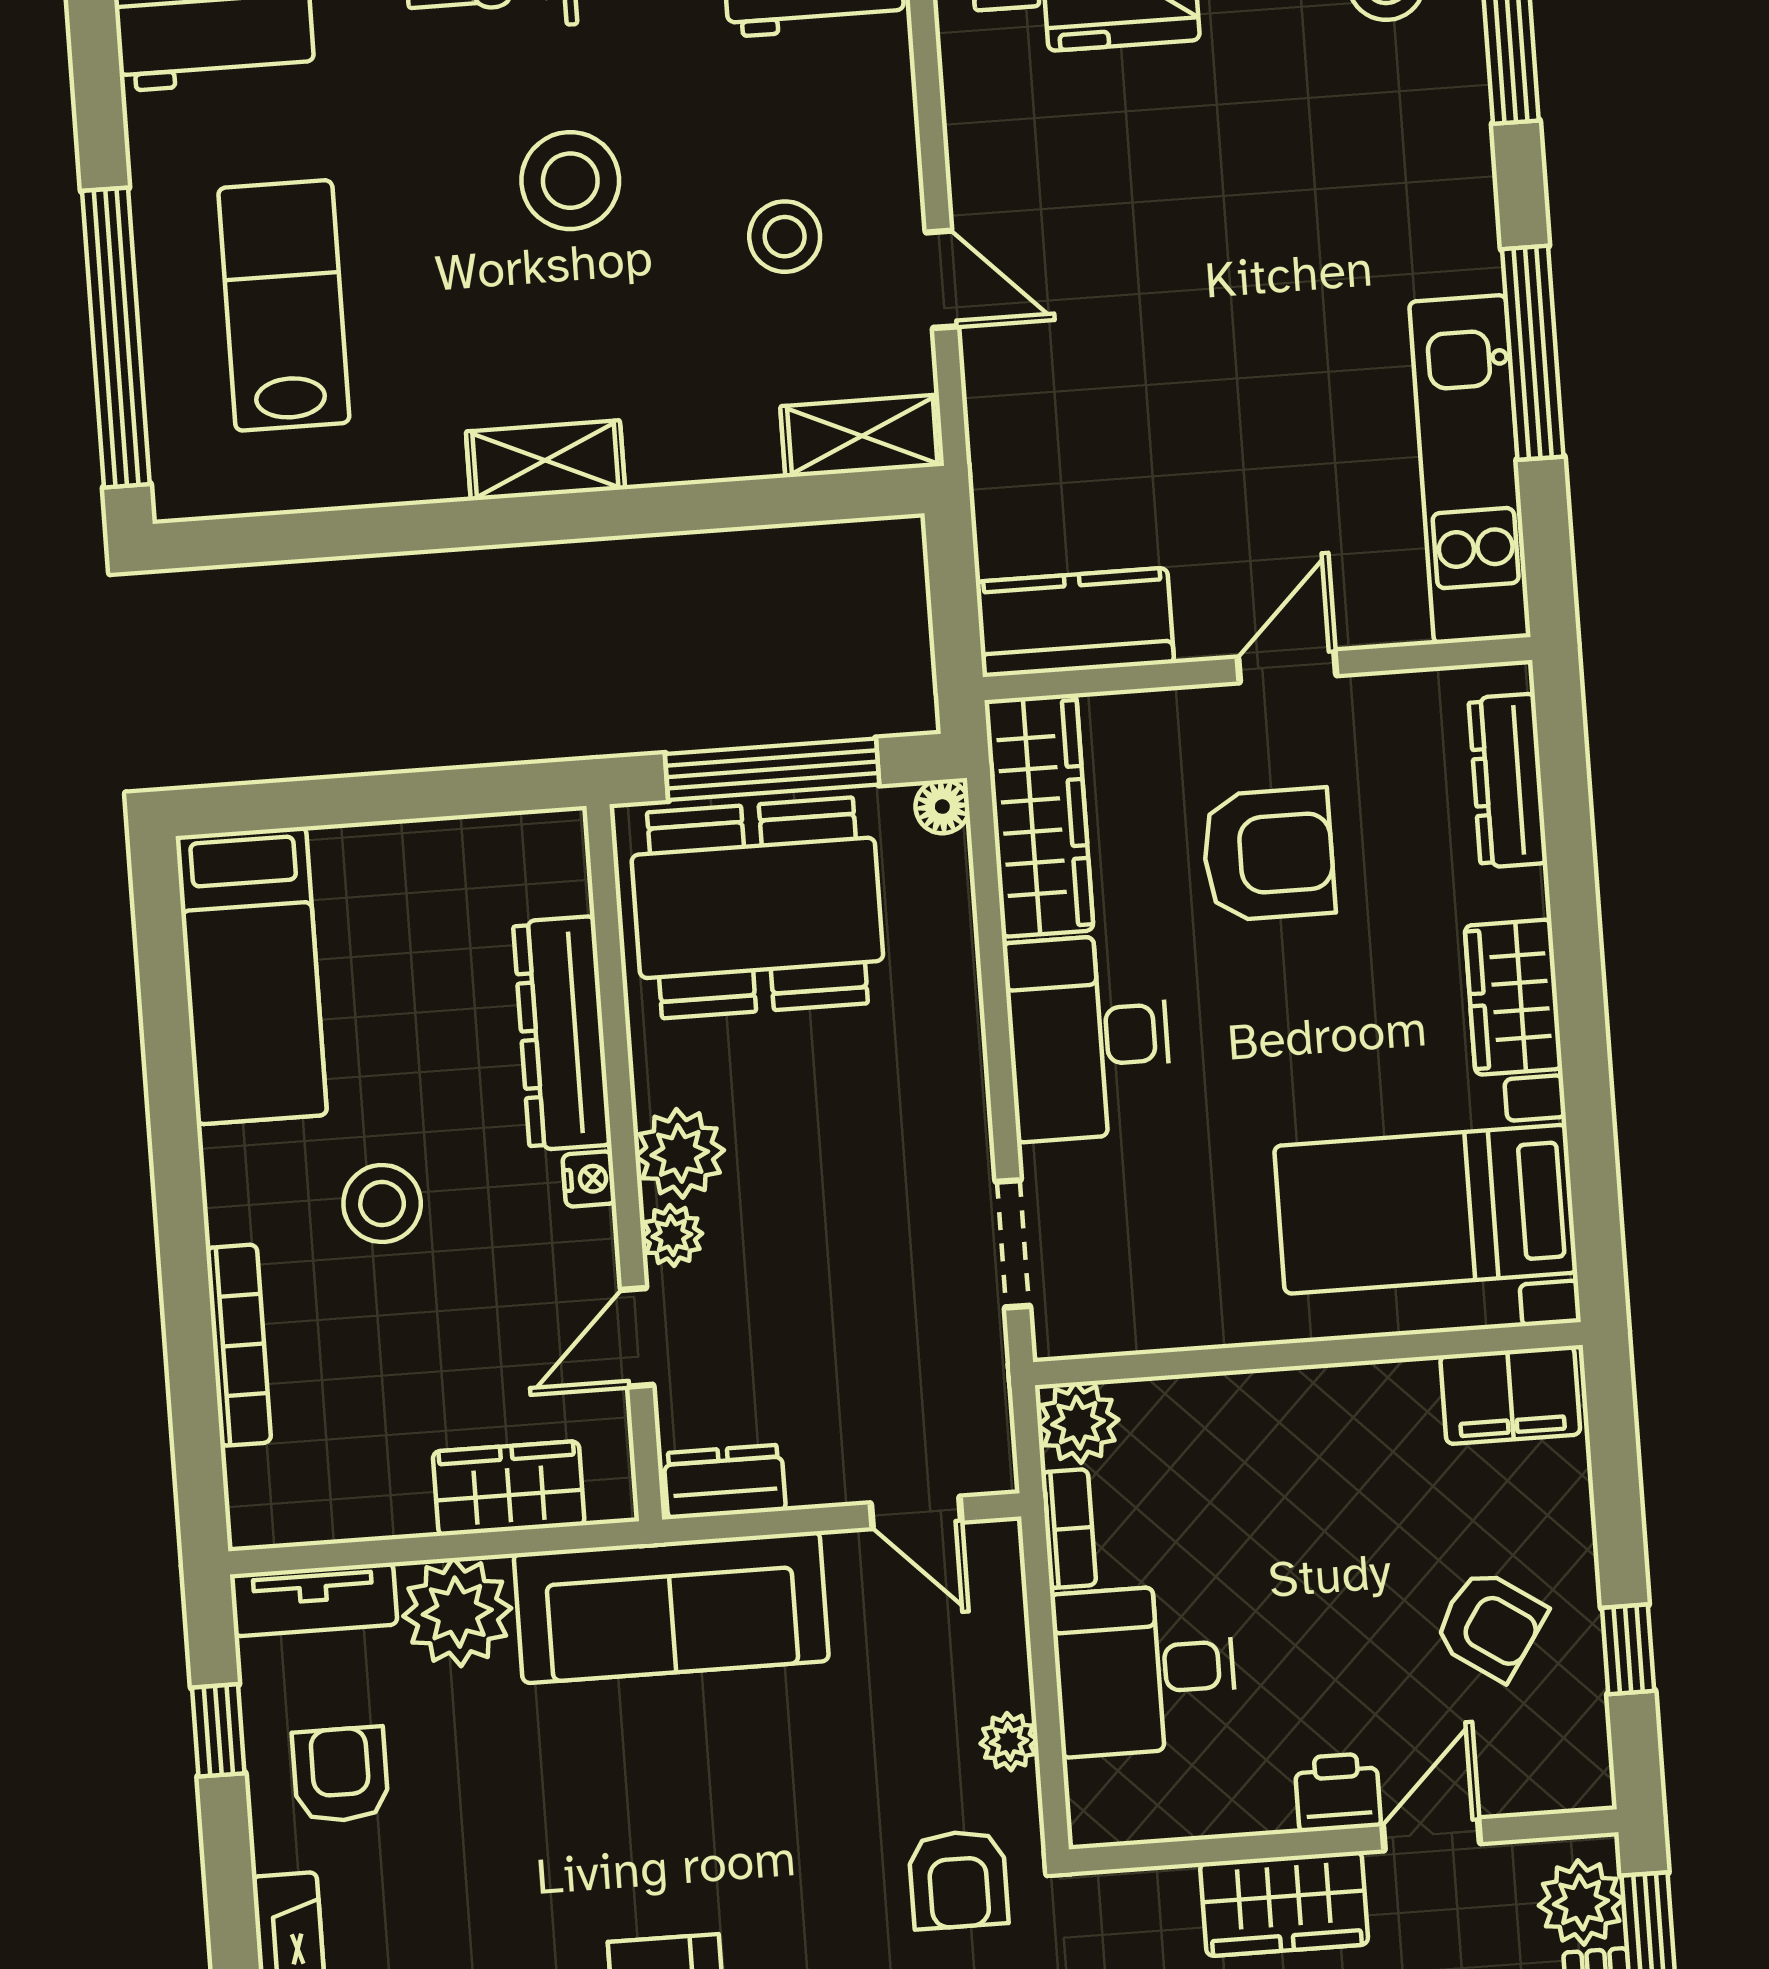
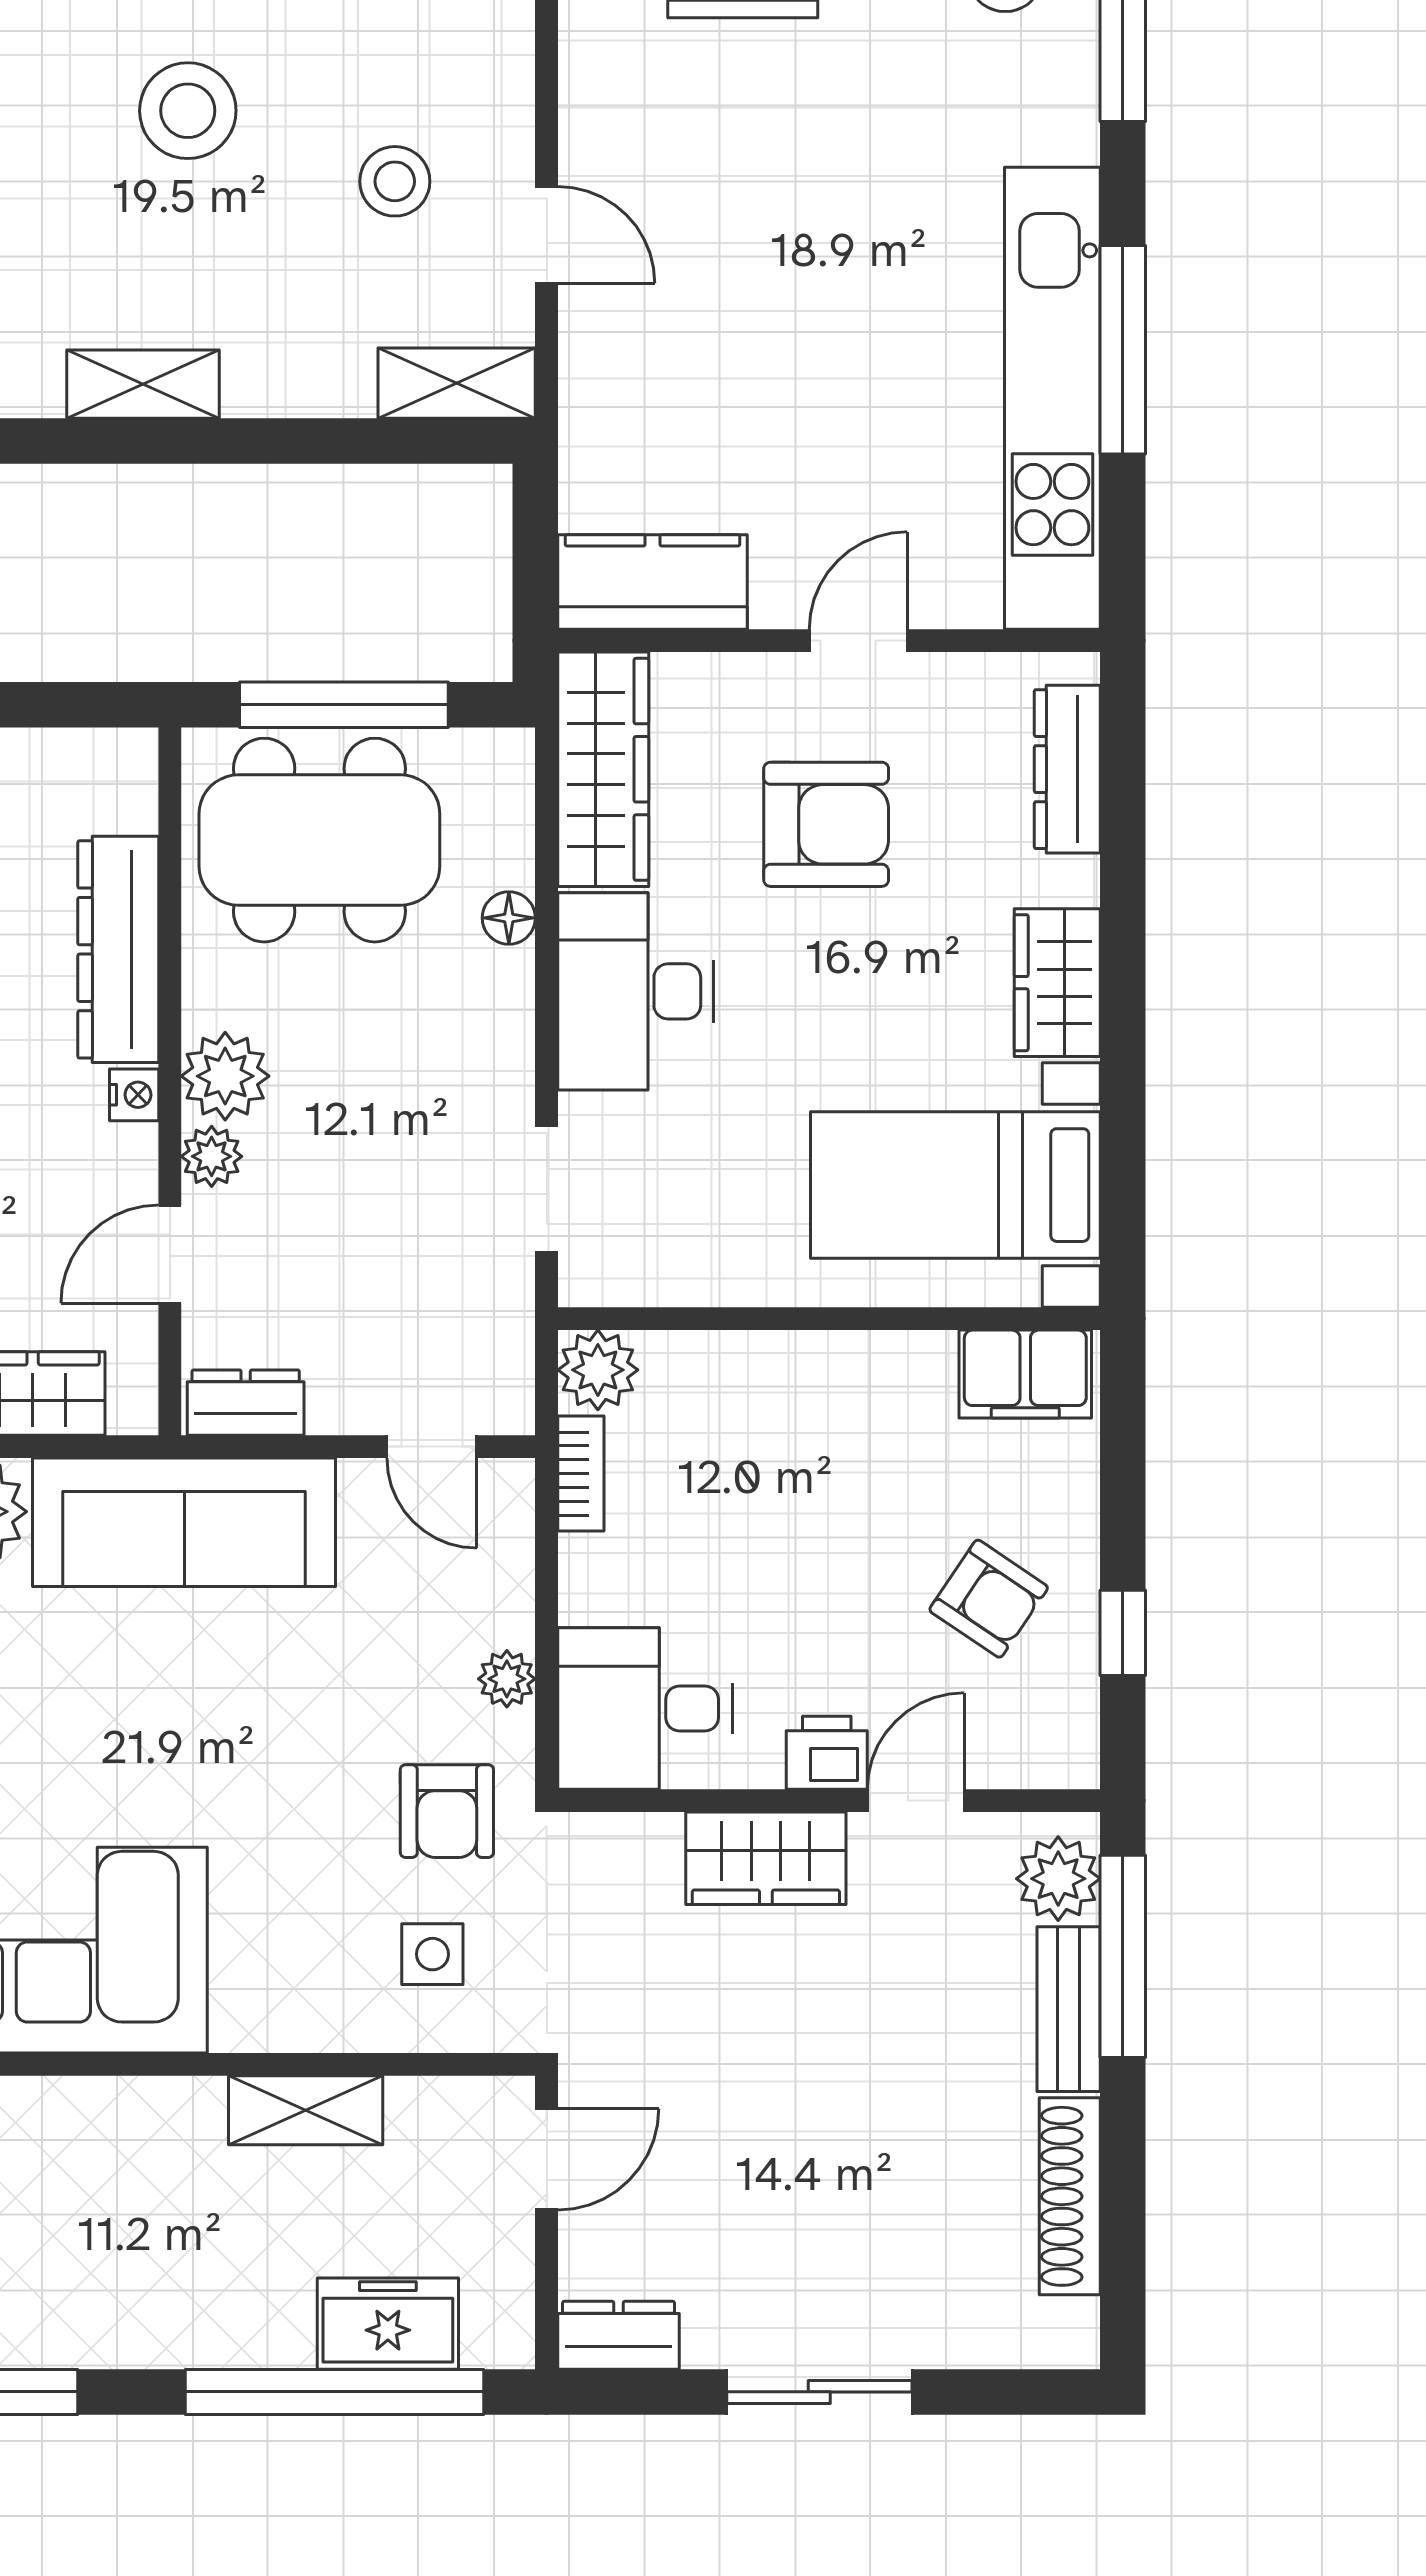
kitchen unit: (1470, 469) -> (1052, 398), width x1.36
floor lamp: (942, 807) -> (509, 918), moved
desk: (1144, 1670) -> (645, 1709), moved

